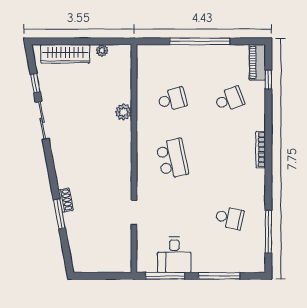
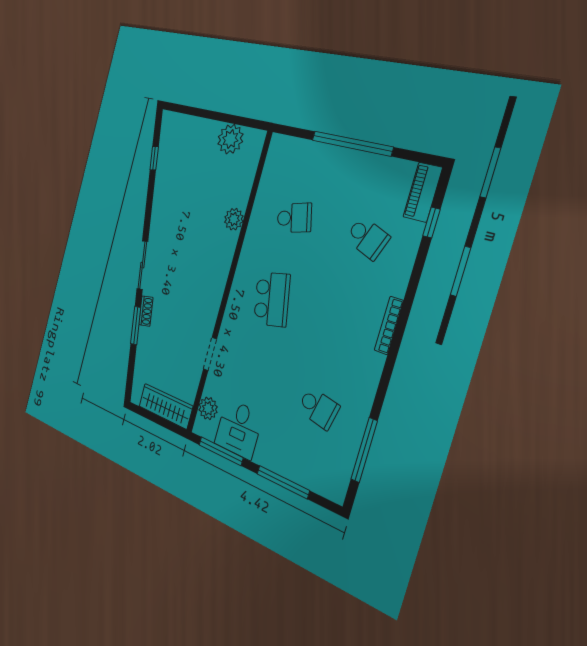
plant: (102, 51) -> (230, 139), width x1.88, depth x1.88
wardrobe: (65, 54) -> (166, 406), moved, turned 180
school desk: (229, 99) -> (367, 238), turned 42
sliding door: (42, 120) -> (142, 265), moved
plant: (145, 251) -> (208, 408), added

